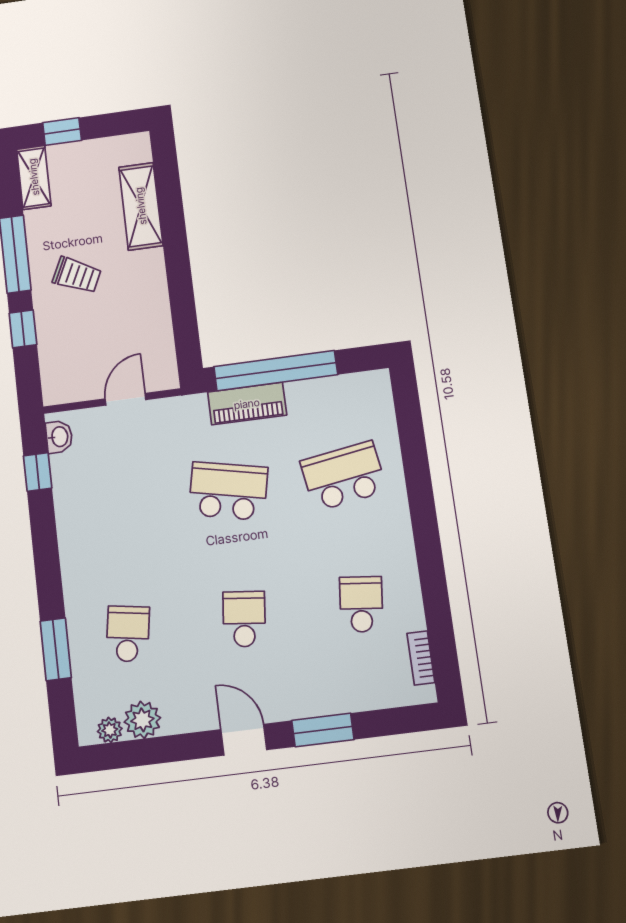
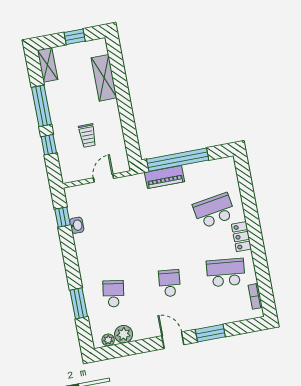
window: (62, 131) -> (75, 37), moved
trolley: (77, 275) -> (87, 136), moved, turned 65
washbasin: (59, 437) -> (77, 225), moved
school desk: (228, 491) -> (158, 221), removed
locker: (397, 532) -> (241, 237), added
school desk: (361, 604) -> (226, 273), width x1.85

